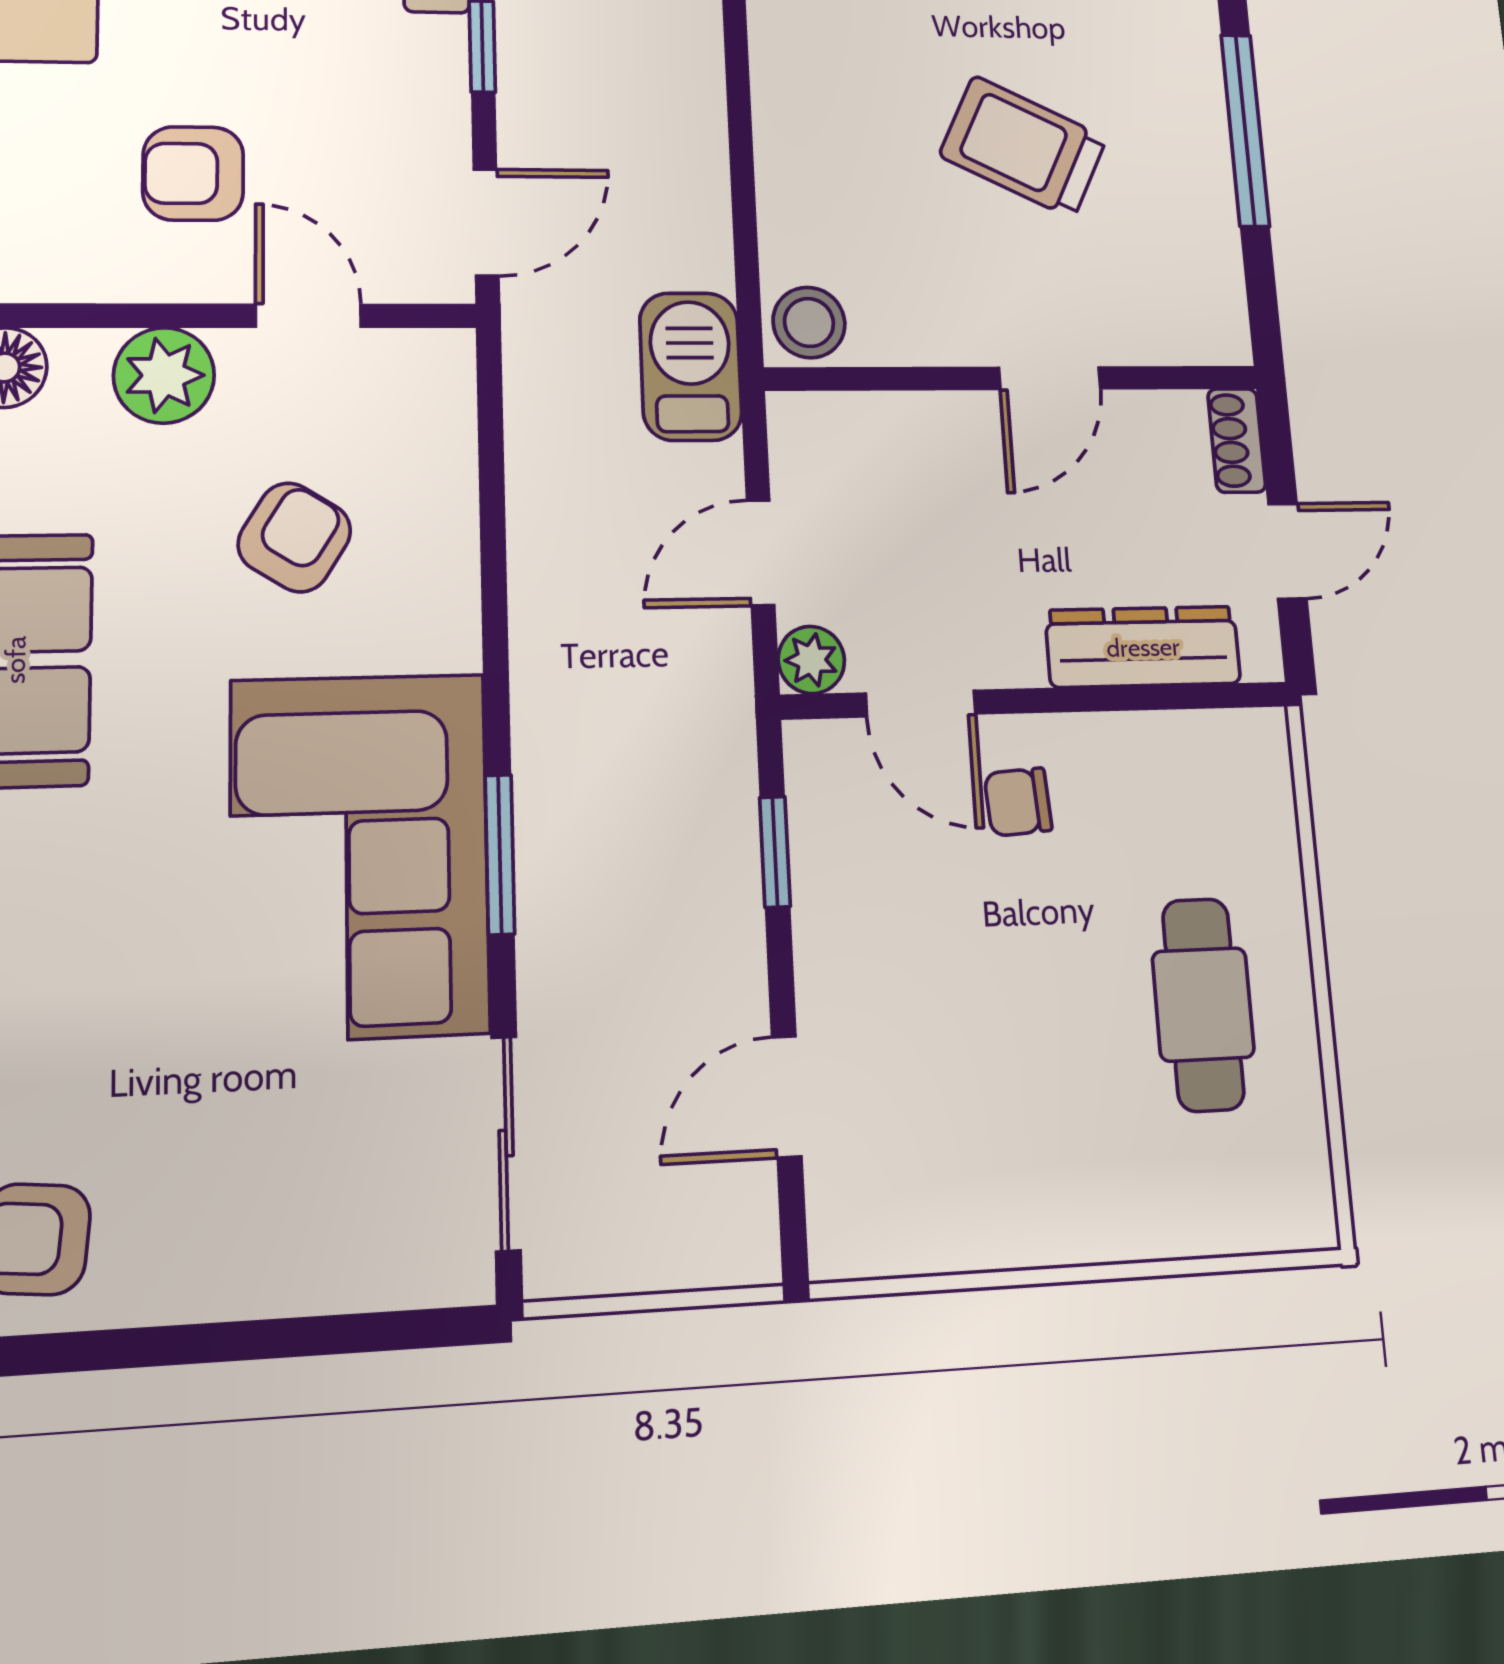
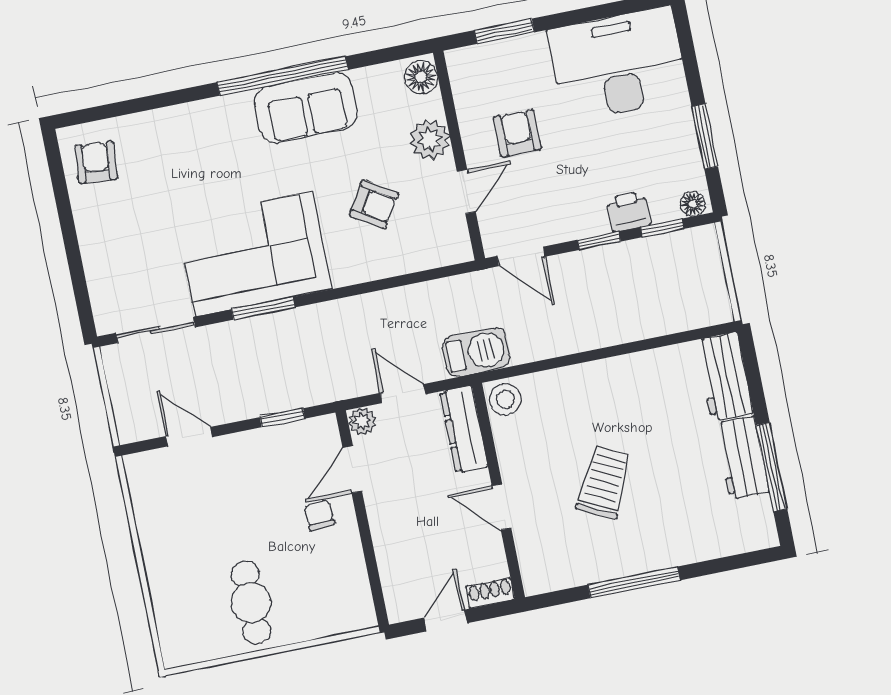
door: (1287, 551) -> (446, 620), swing flipped
dresser: (1143, 647) -> (464, 429), moved, turned 180
cafe table: (1203, 1004) -> (251, 603), turned 90

